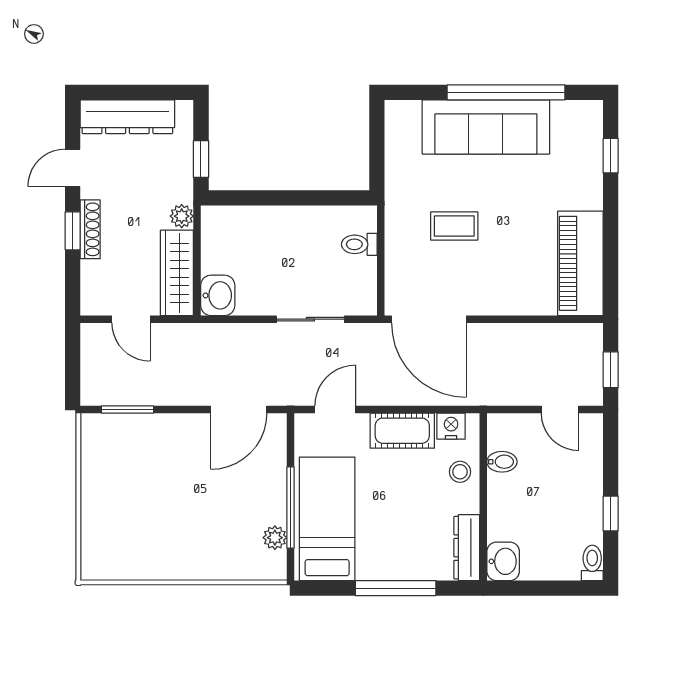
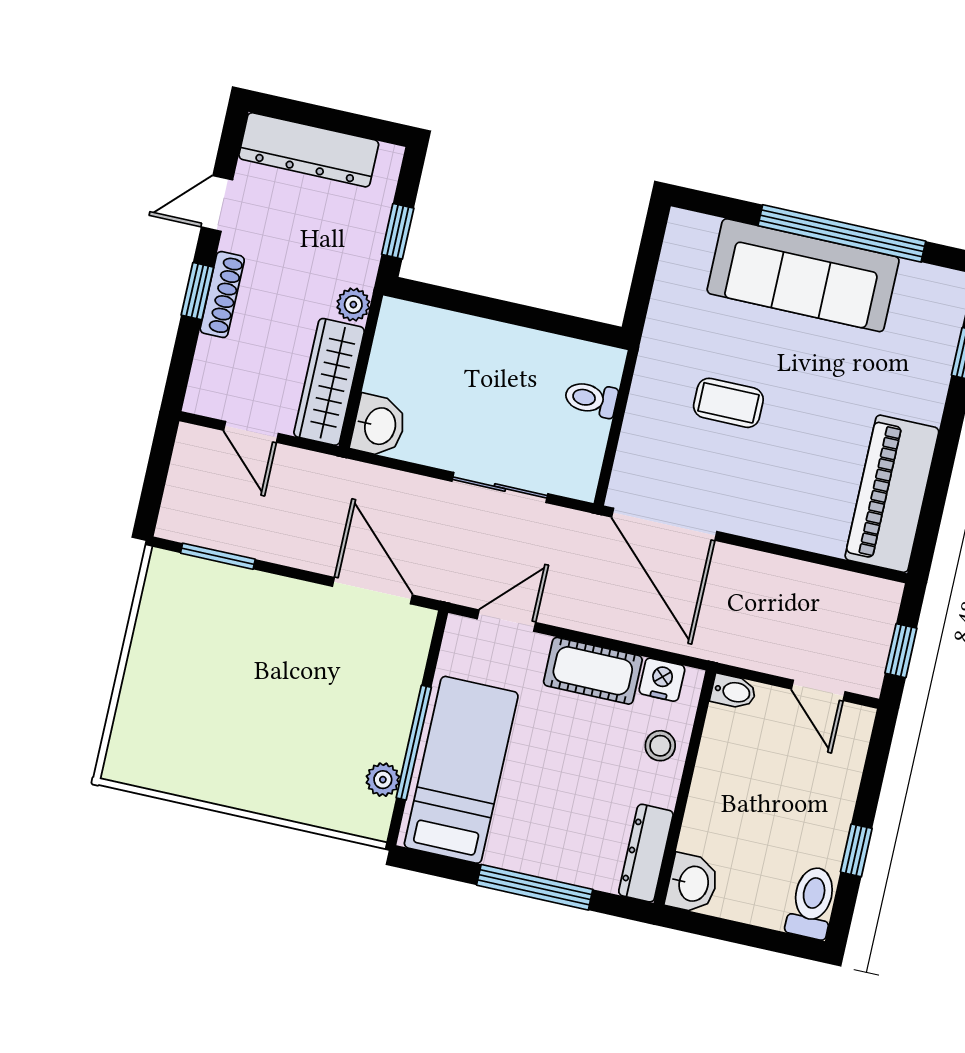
door: (239, 410) -> (372, 591), swing flipped
bidet: (502, 462) -> (733, 692), moved
toilet: (592, 563) -> (812, 903), width x1.37, depth x1.39

